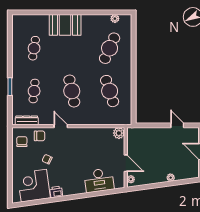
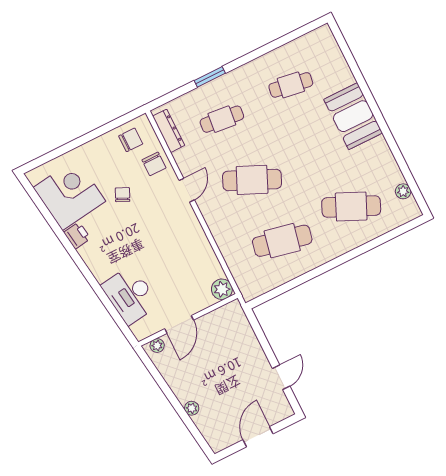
cafe table: (72, 91) -> (252, 180), turned 36
cafe table: (110, 91) -> (282, 241), turned 30

